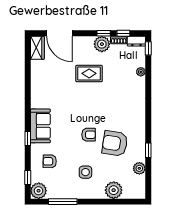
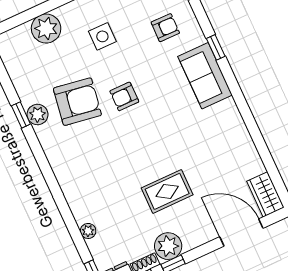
plant: (139, 168) -> (38, 115), moved

